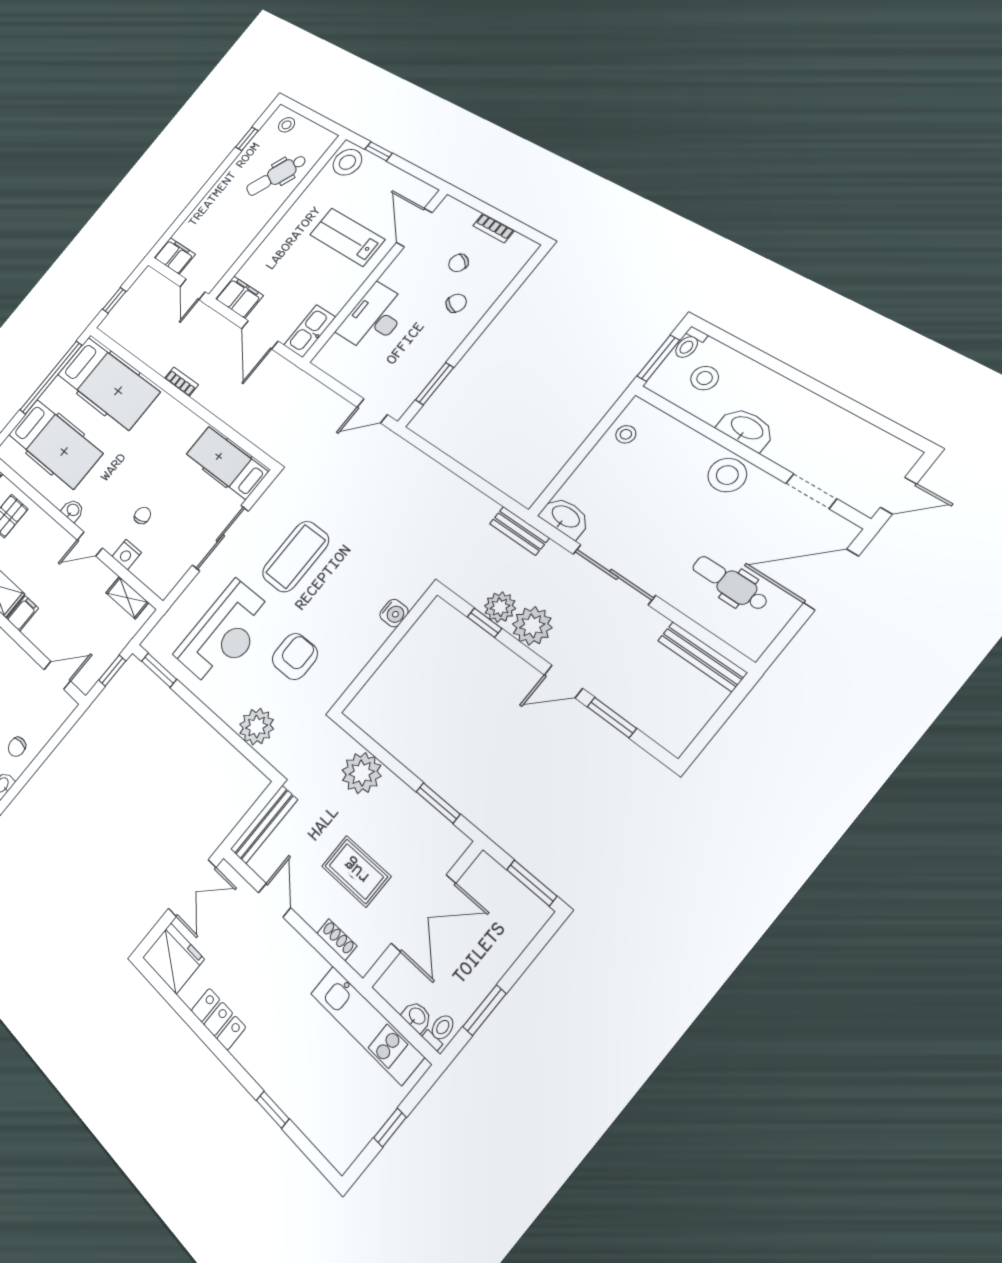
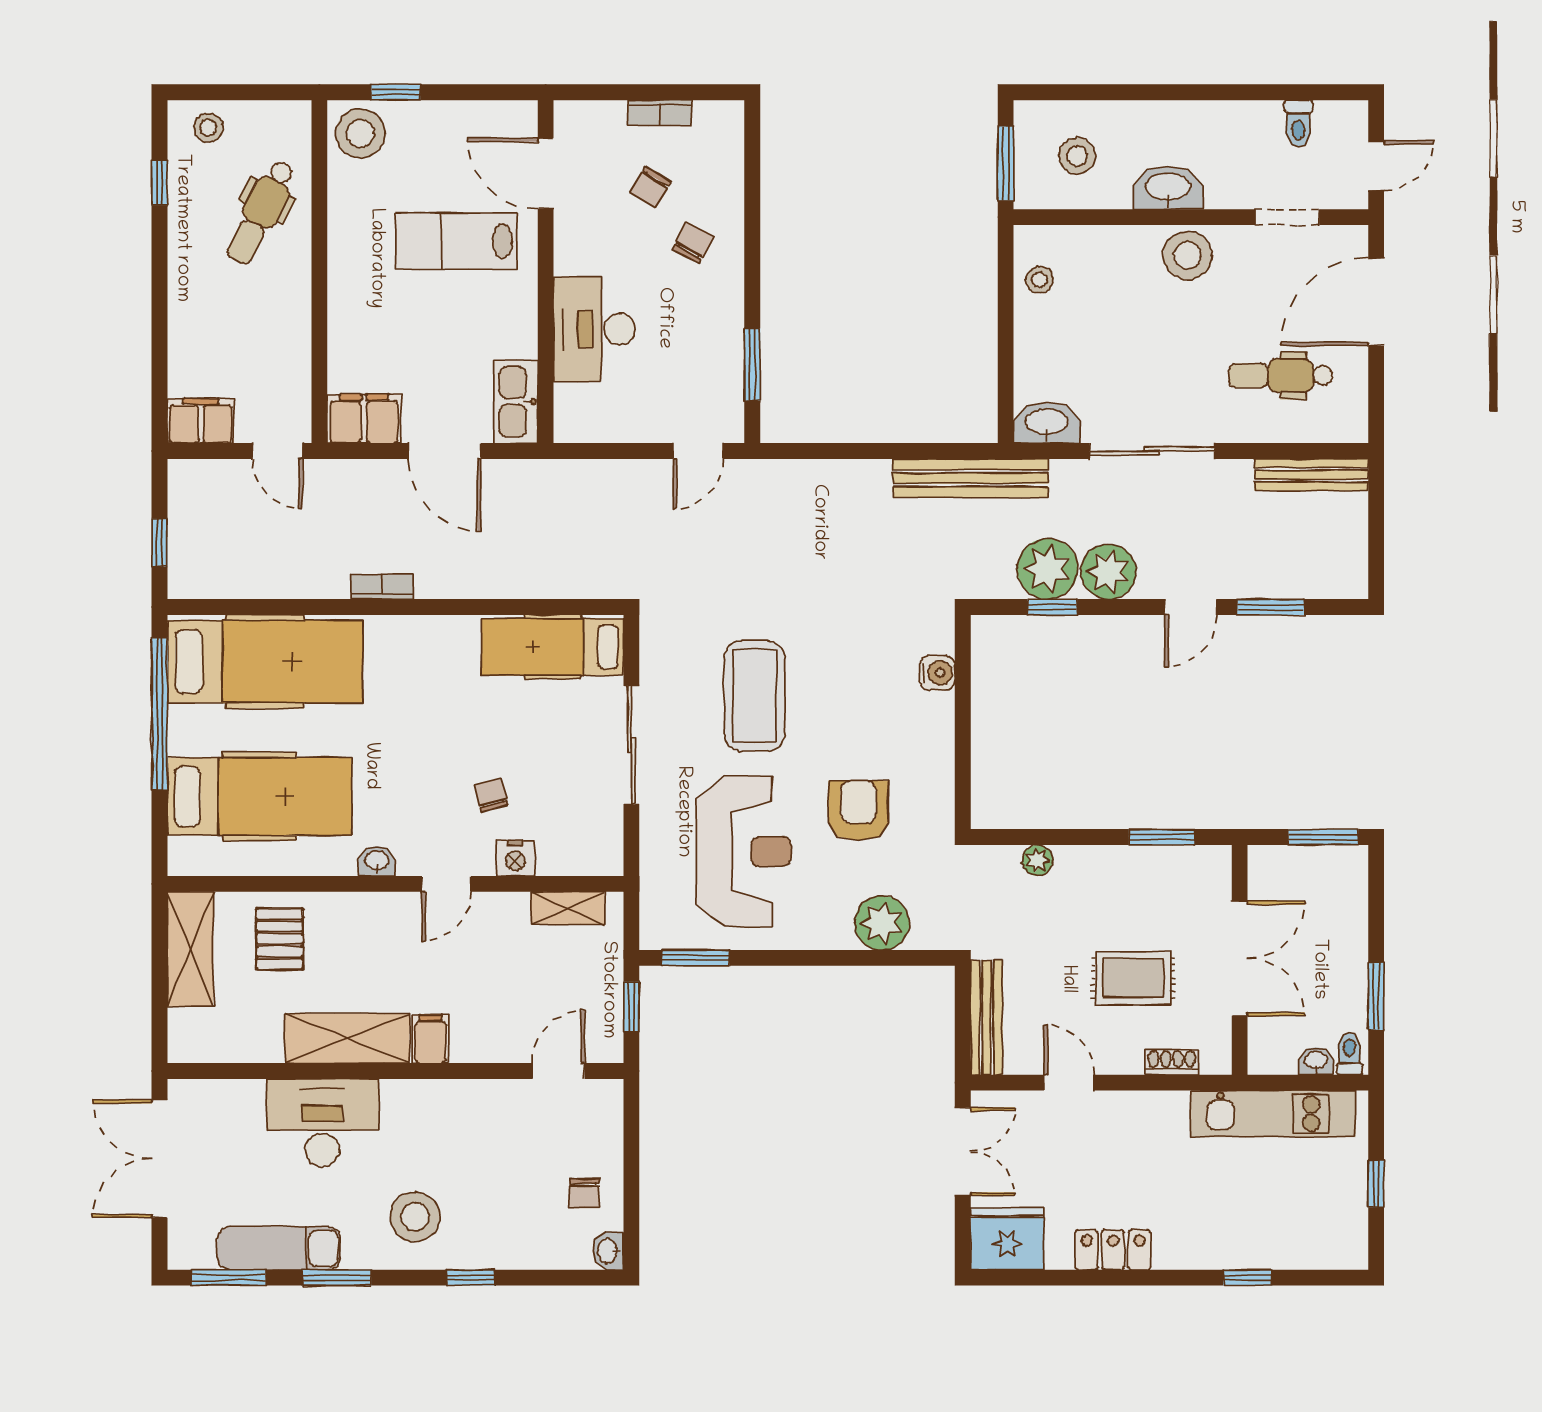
toilet: (689, 344) -> (1298, 124), moved
bench: (519, 531) -> (971, 478), width x1.86, depth x1.21
plant: (500, 607) -> (1047, 569), width x1.36, depth x1.36
plant: (362, 773) -> (1038, 860), width x0.53, depth x0.53

